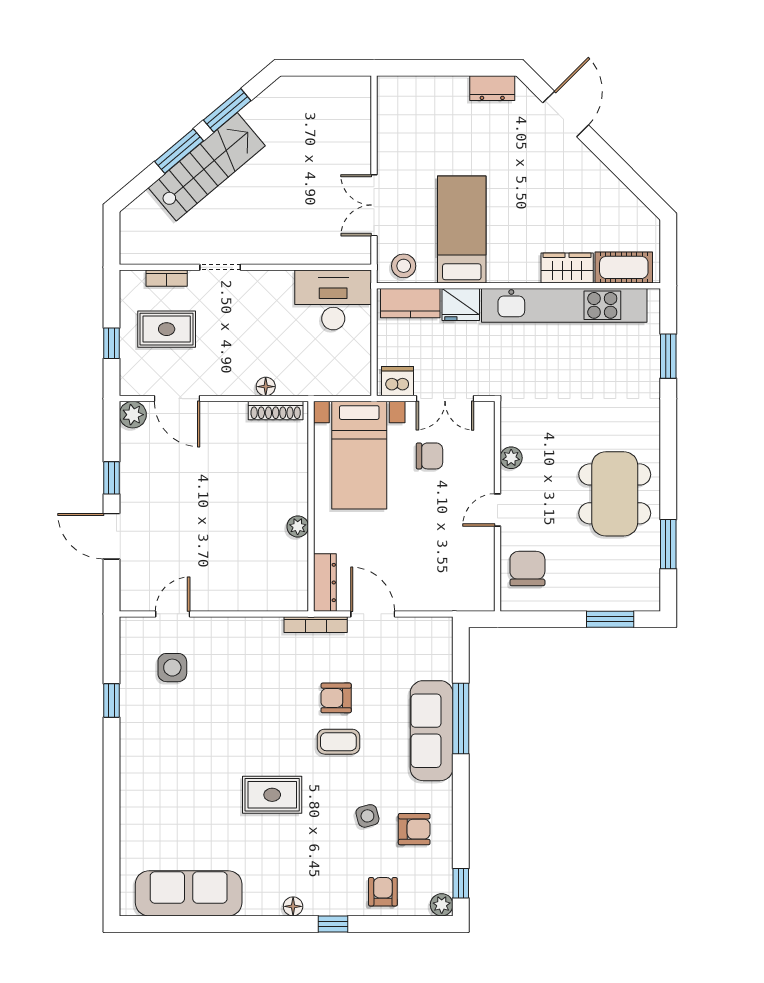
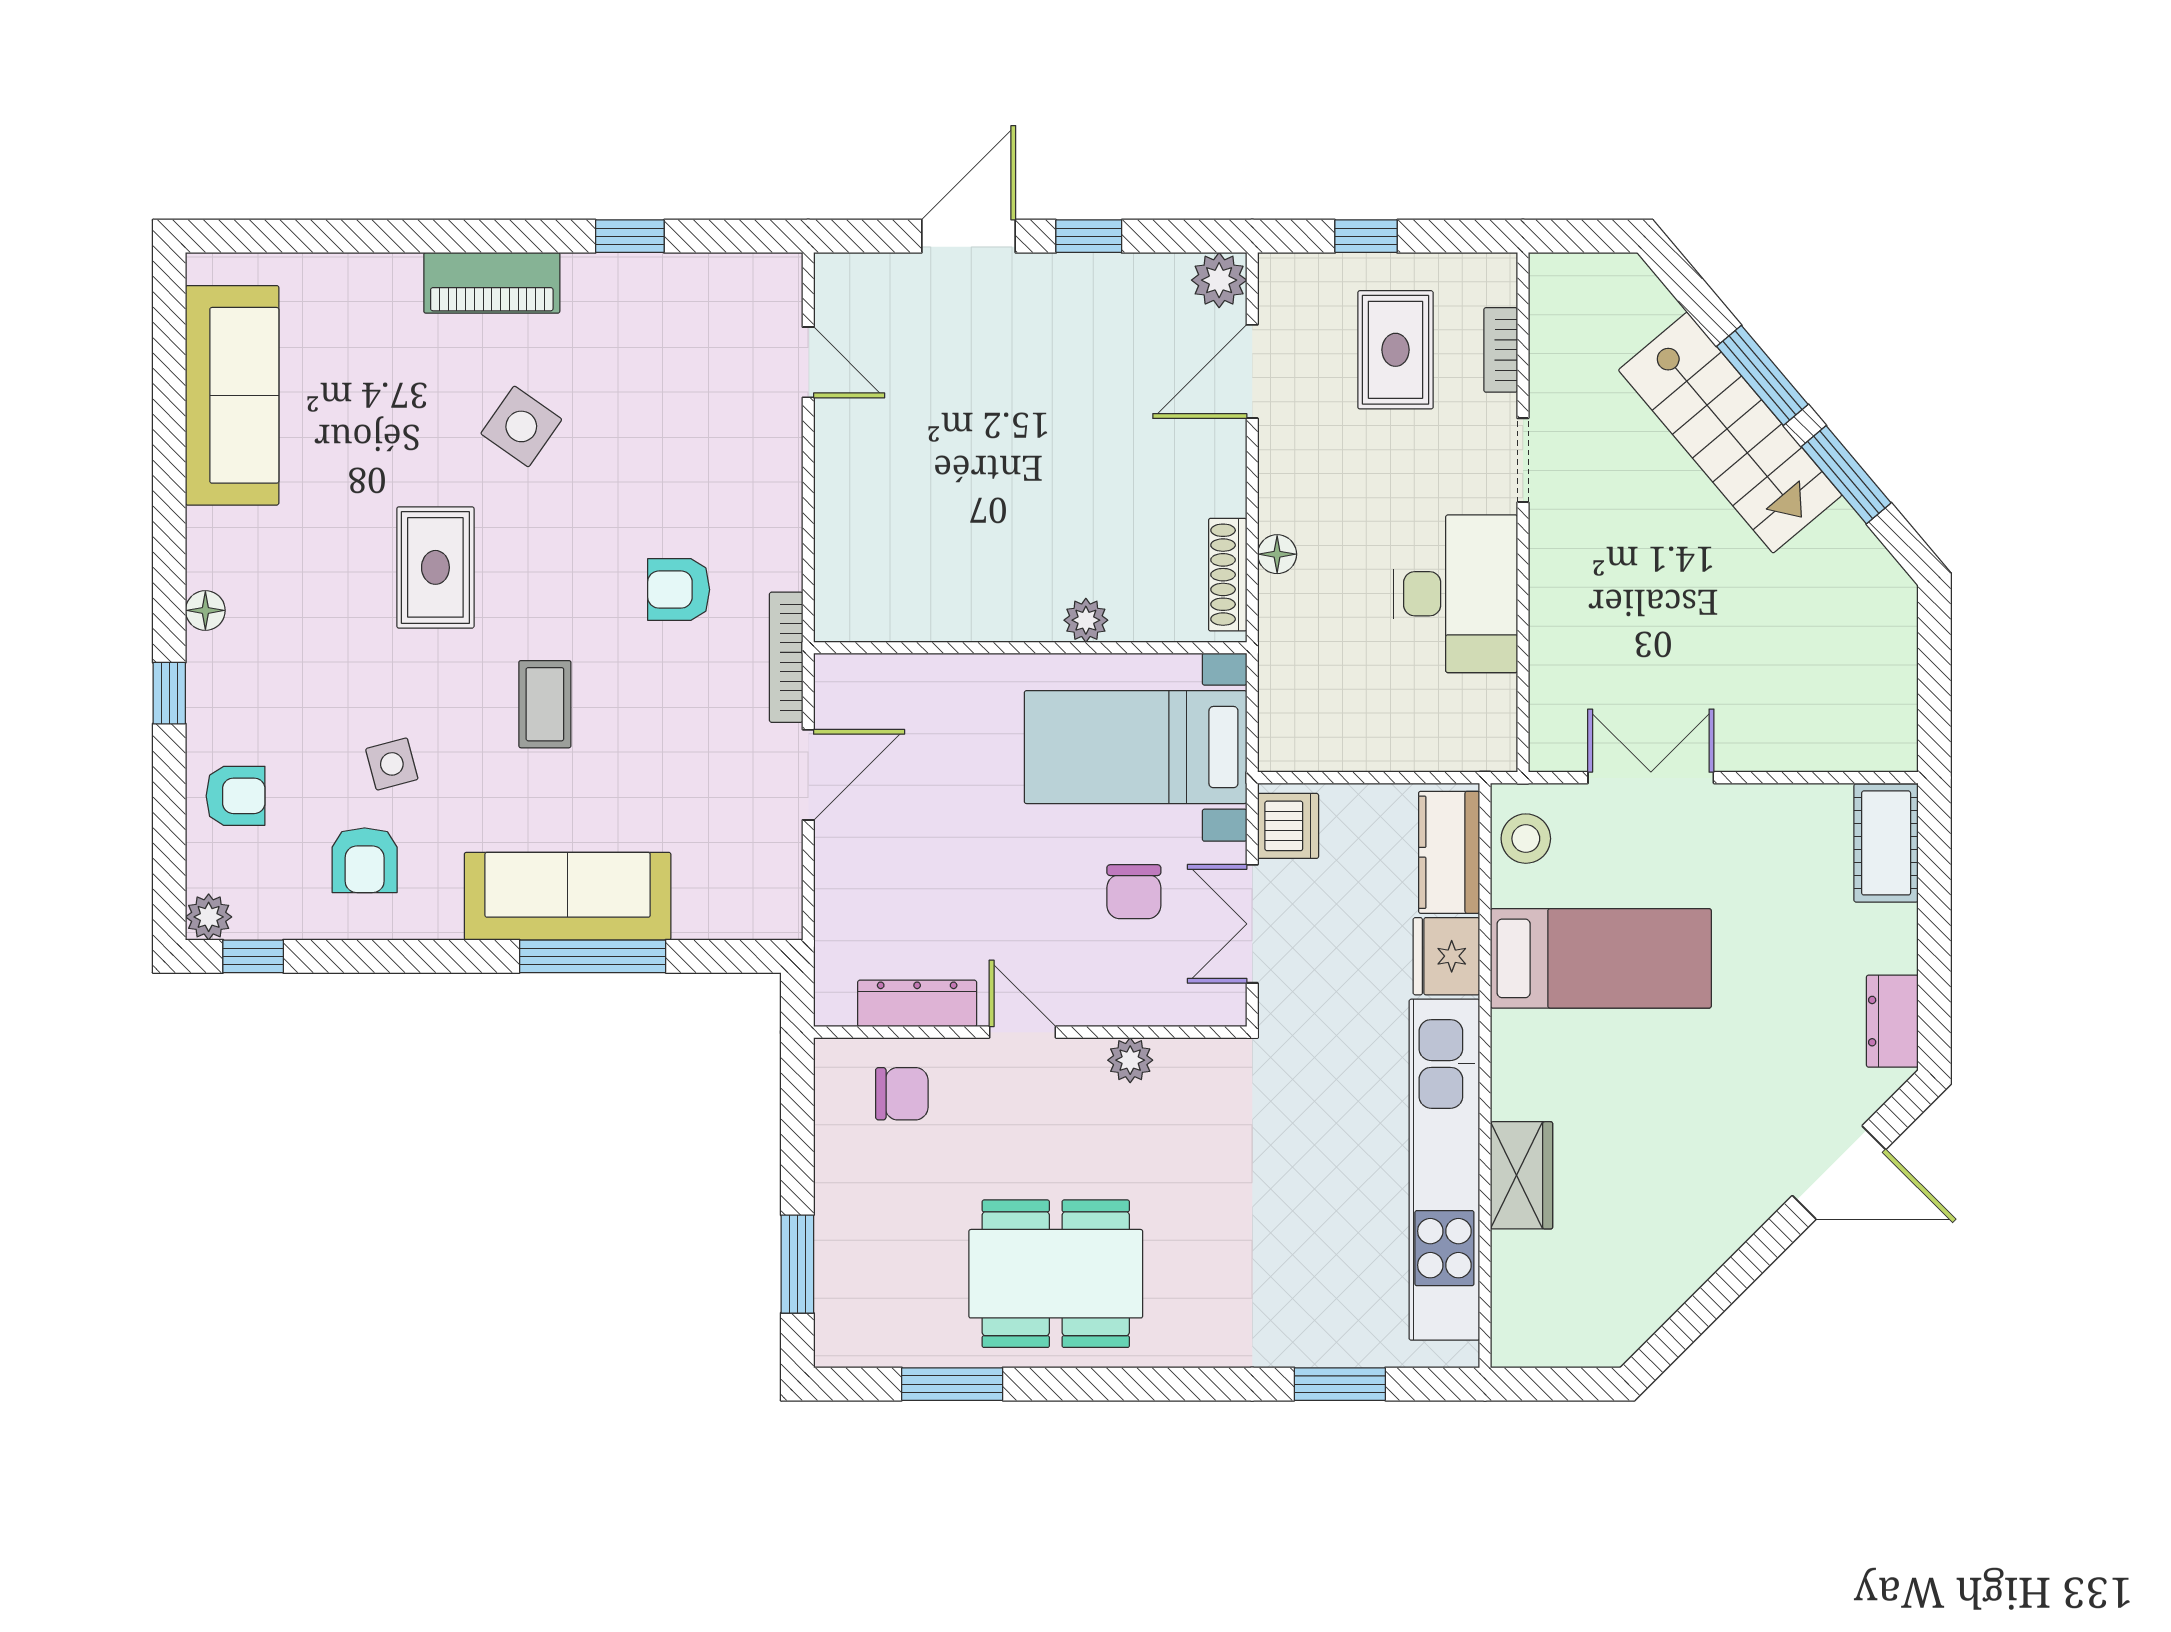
cot: (624, 267) -> (1886, 843), moved
desk: (333, 300) -> (1456, 594), moved
plant: (298, 526) -> (1086, 620), moved
chair: (527, 569) -> (902, 1094), width x0.73, depth x0.73
dresser: (325, 582) -> (917, 1003), moved, turned 180
side table: (172, 668) -> (521, 426), moved, turned 35
armchair: (336, 698) -> (679, 590), moved, turned -90
piano: (134, 767) -> (492, 283), added

